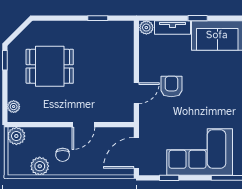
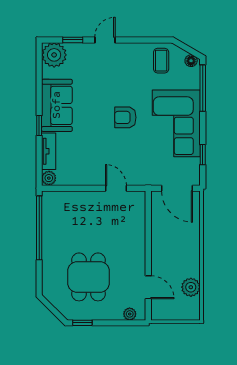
window: (98, 18) -> (39, 228), width x3.17
armchair: (171, 86) -> (125, 117), moved
door: (83, 125) -> (148, 287), moved
plant: (16, 136) -> (160, 311), removed
chair: (63, 155) -> (179, 264), removed

